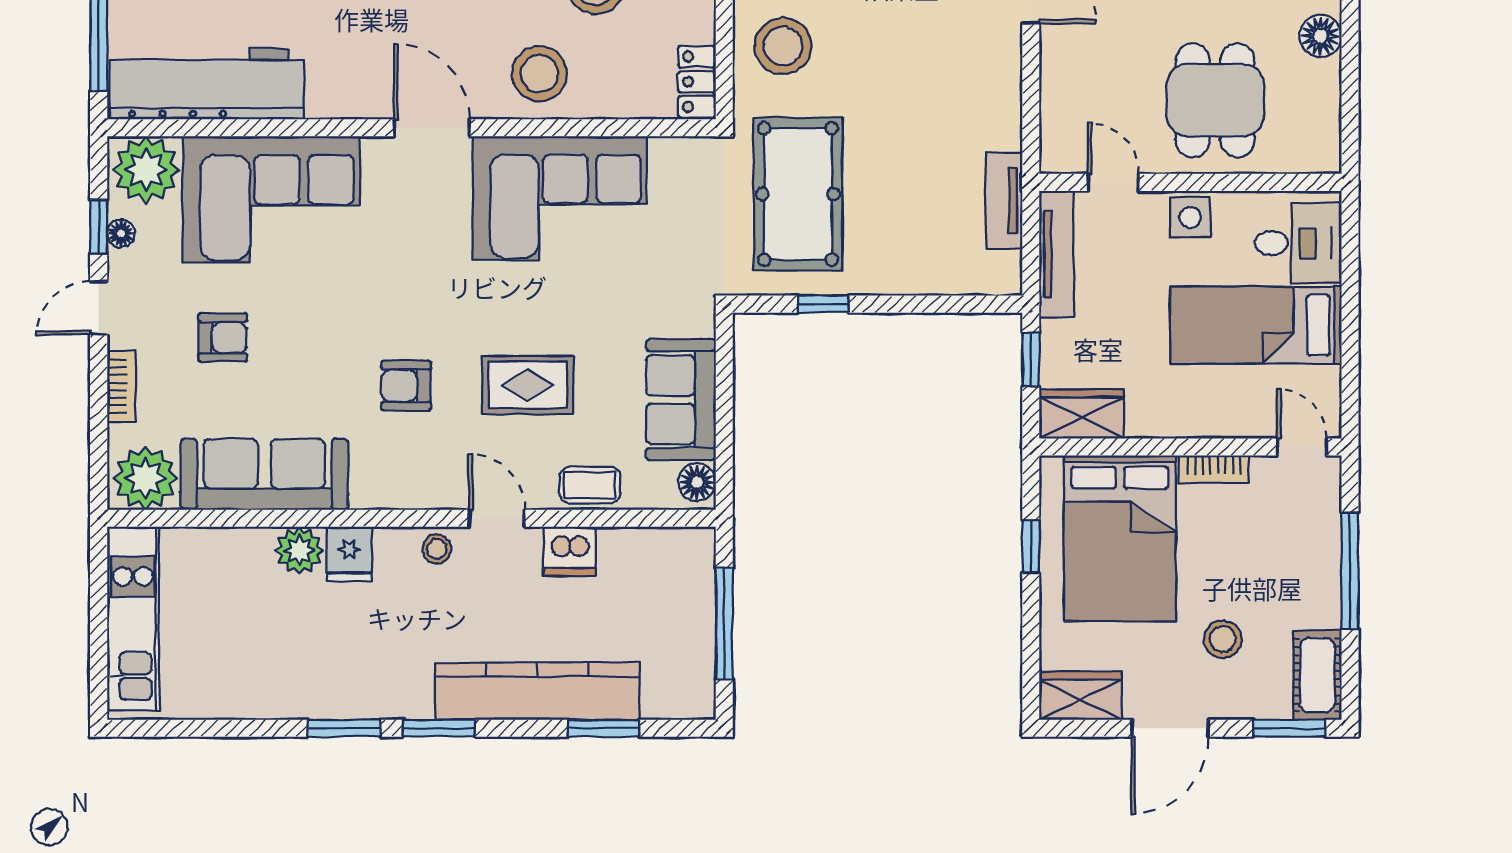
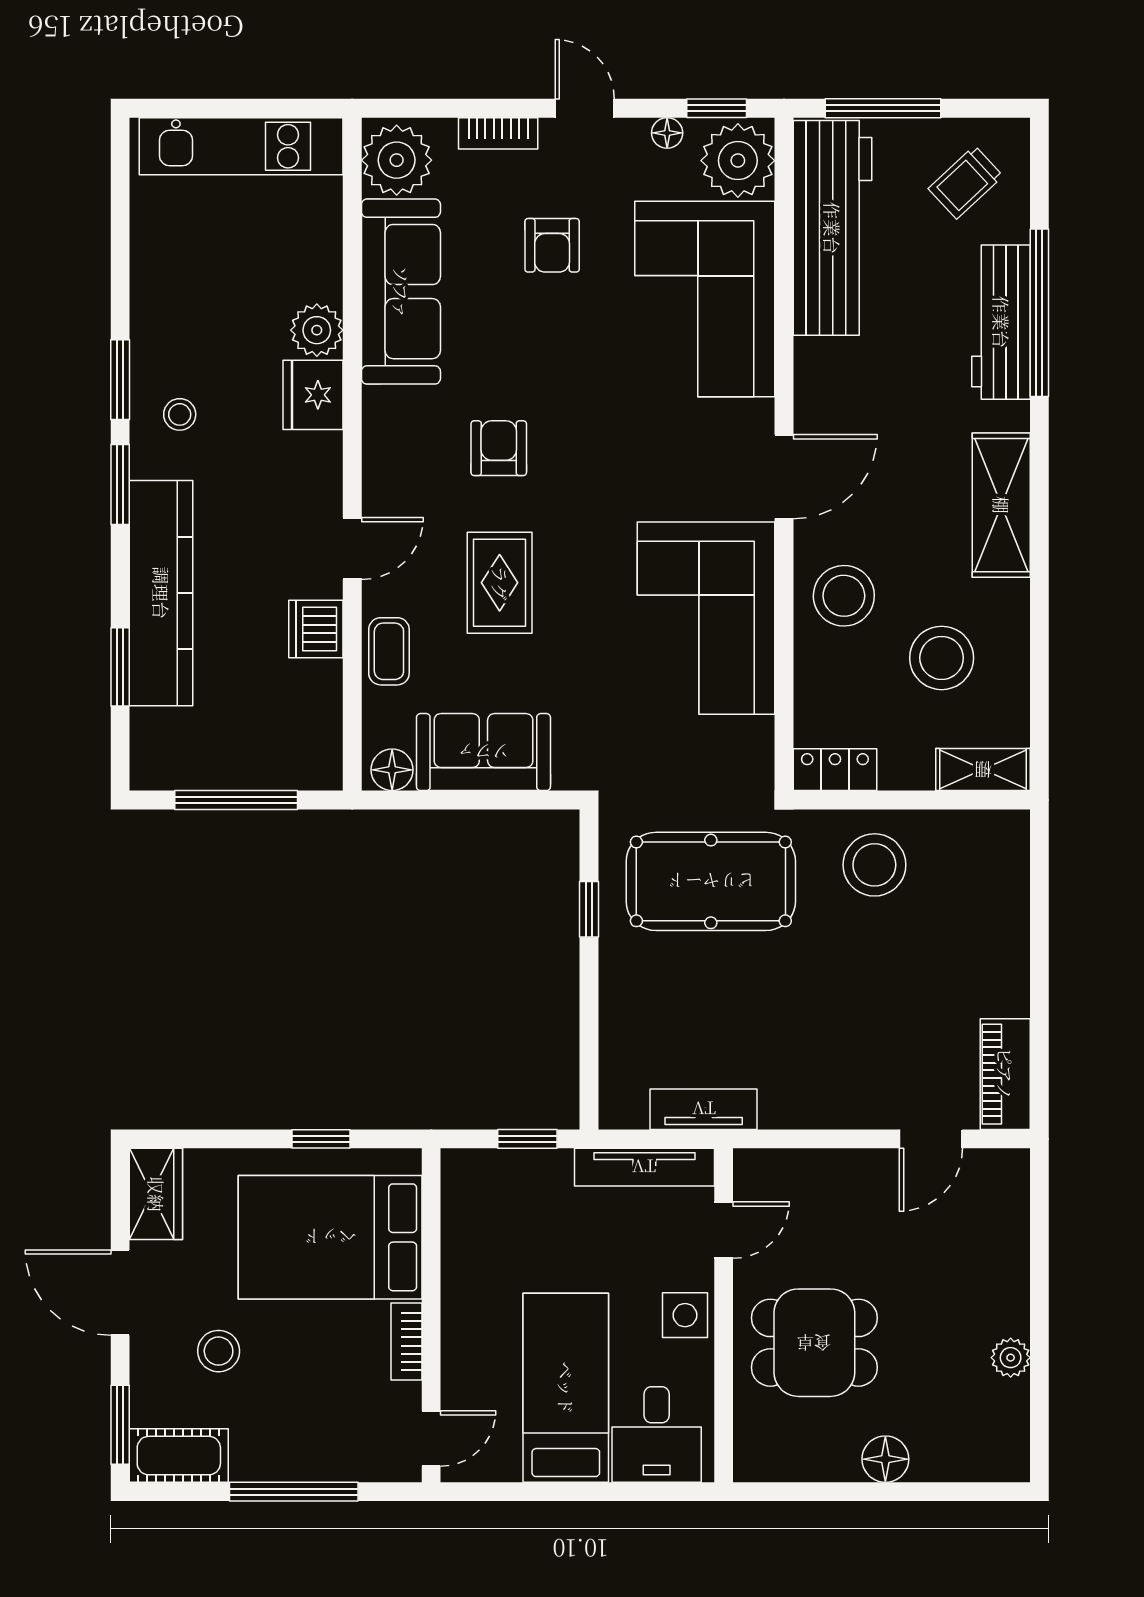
window: (99, 227) -> (717, 108), moved
wardrobe: (1082, 414) -> (468, 1195), removed
stool: (437, 549) -> (180, 414), moved
fridge: (349, 554) -> (313, 395), width x1.38

